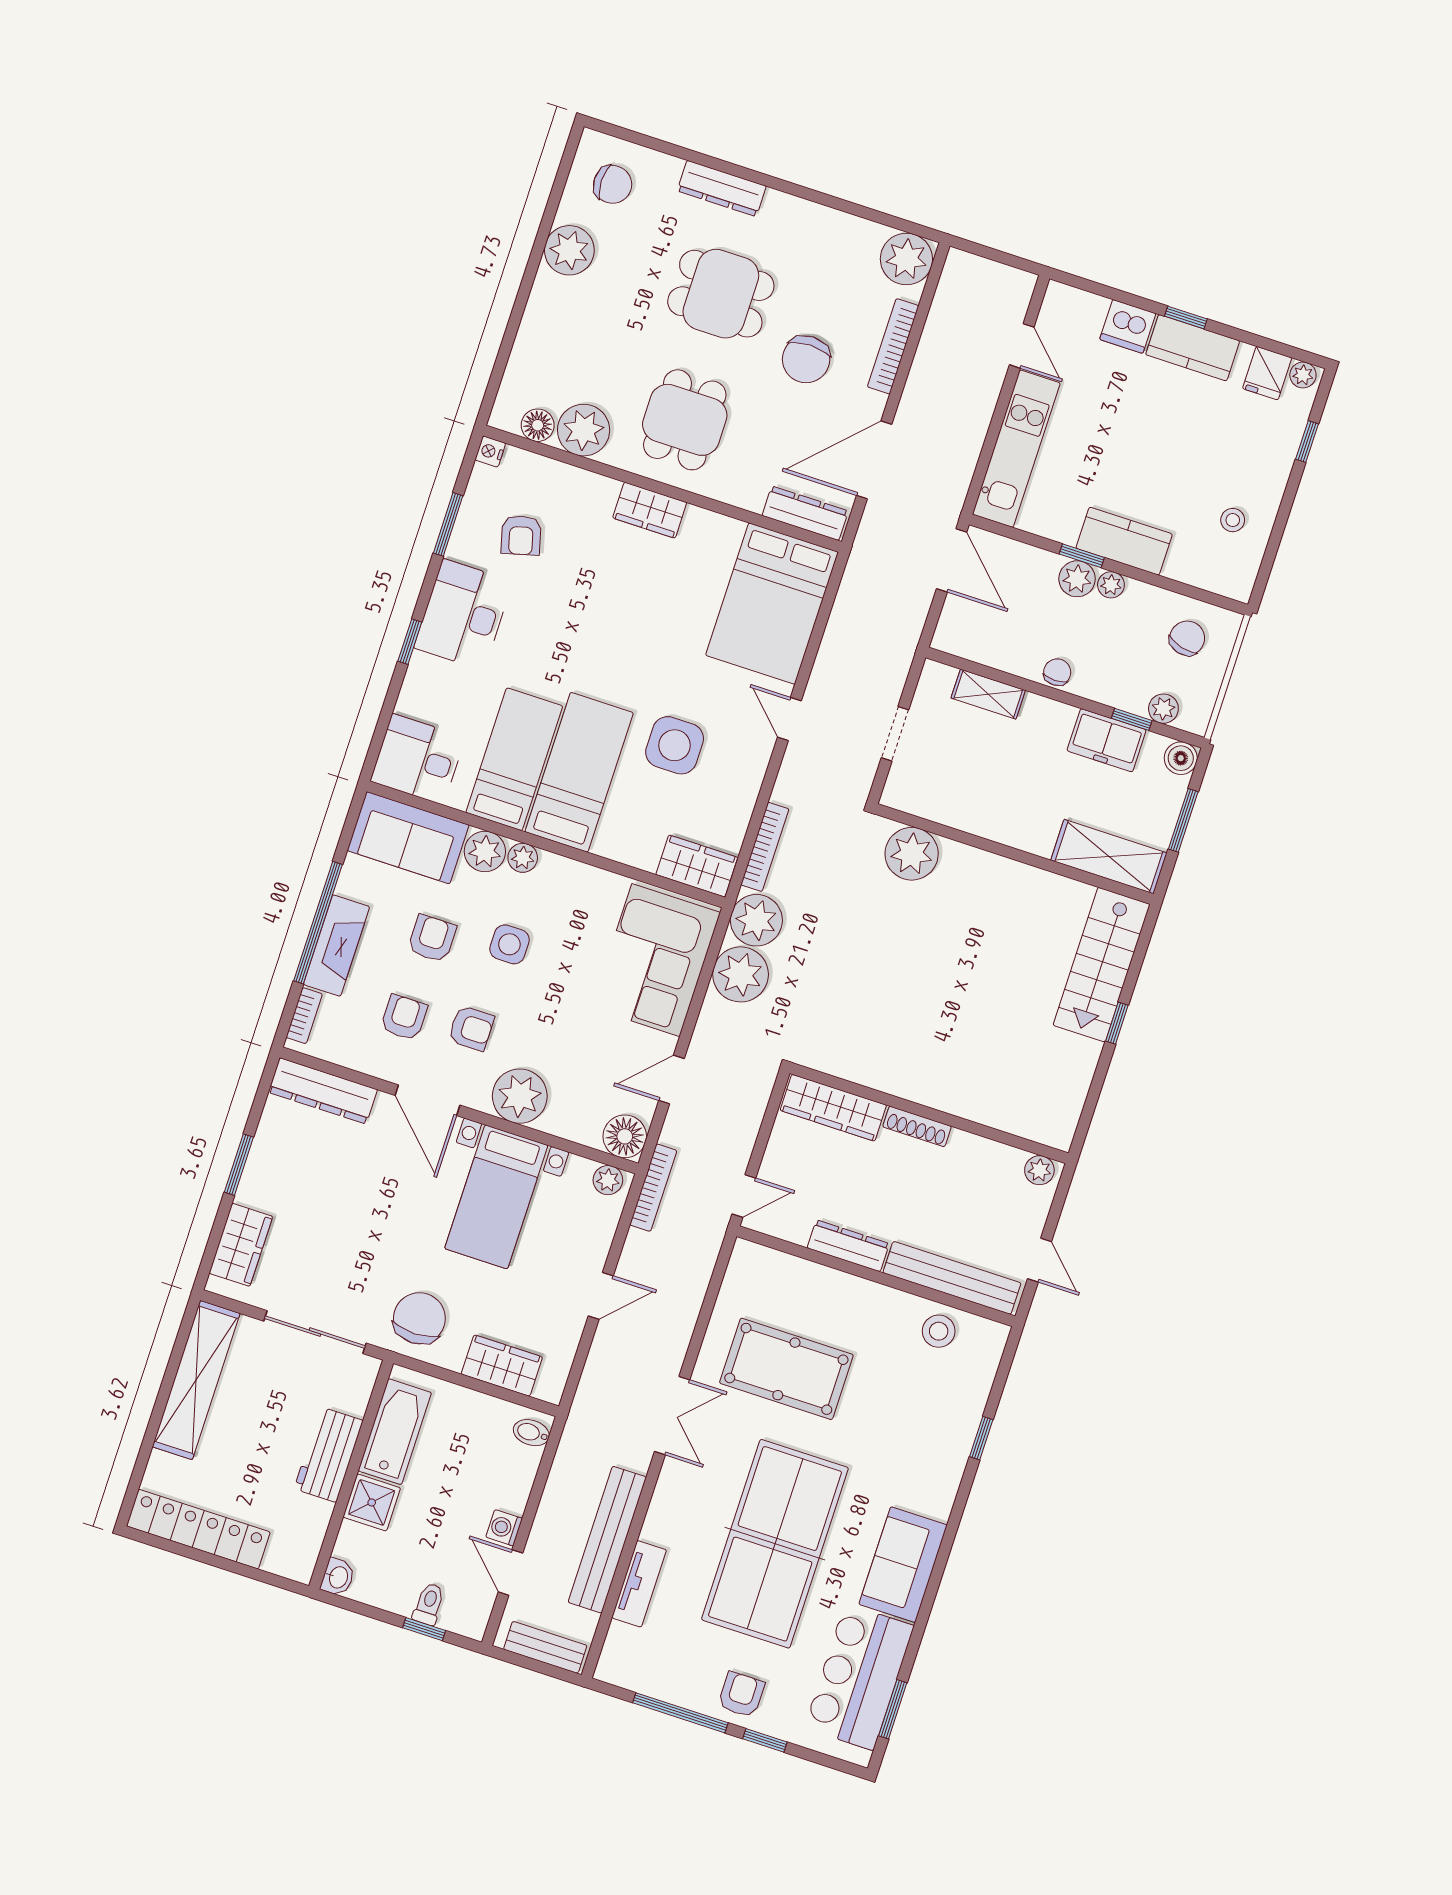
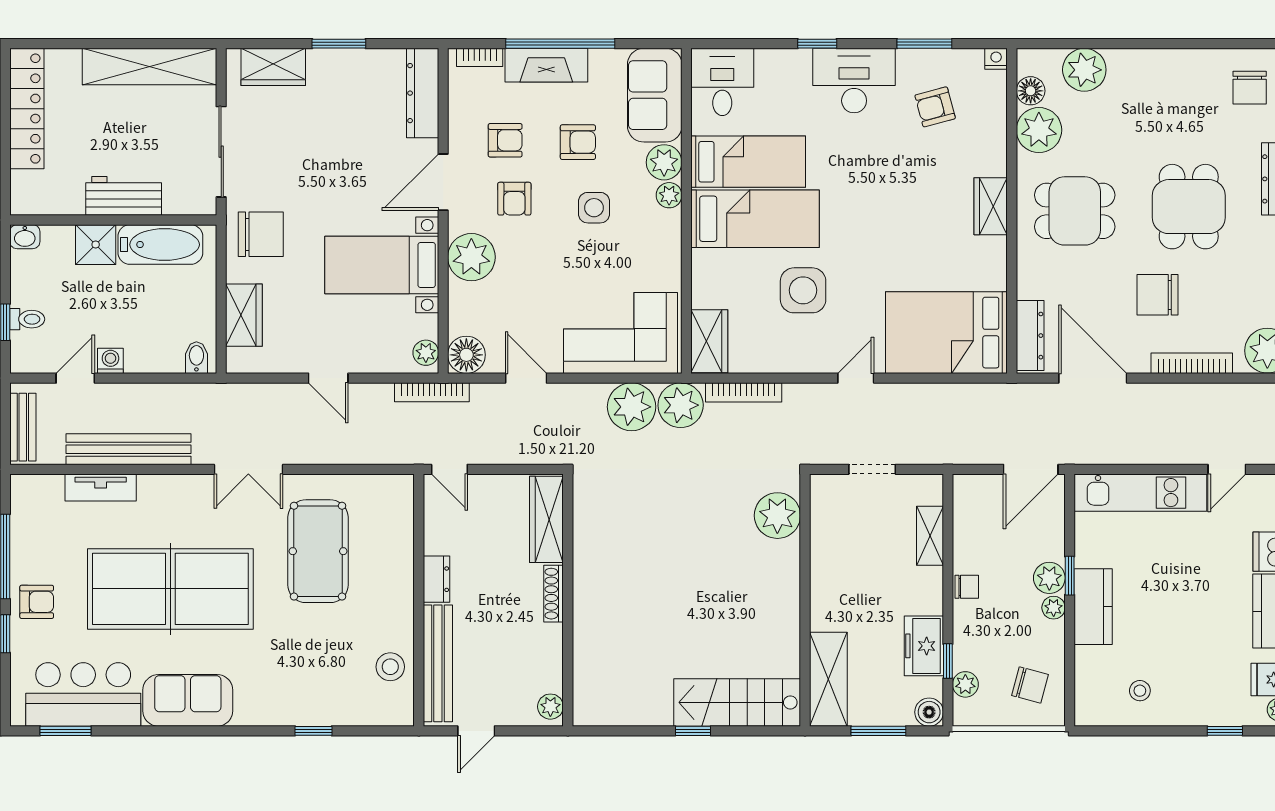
plant: (569, 250) -> (1084, 70), moved
dresser: (848, 1246) -> (436, 579), width x0.70

